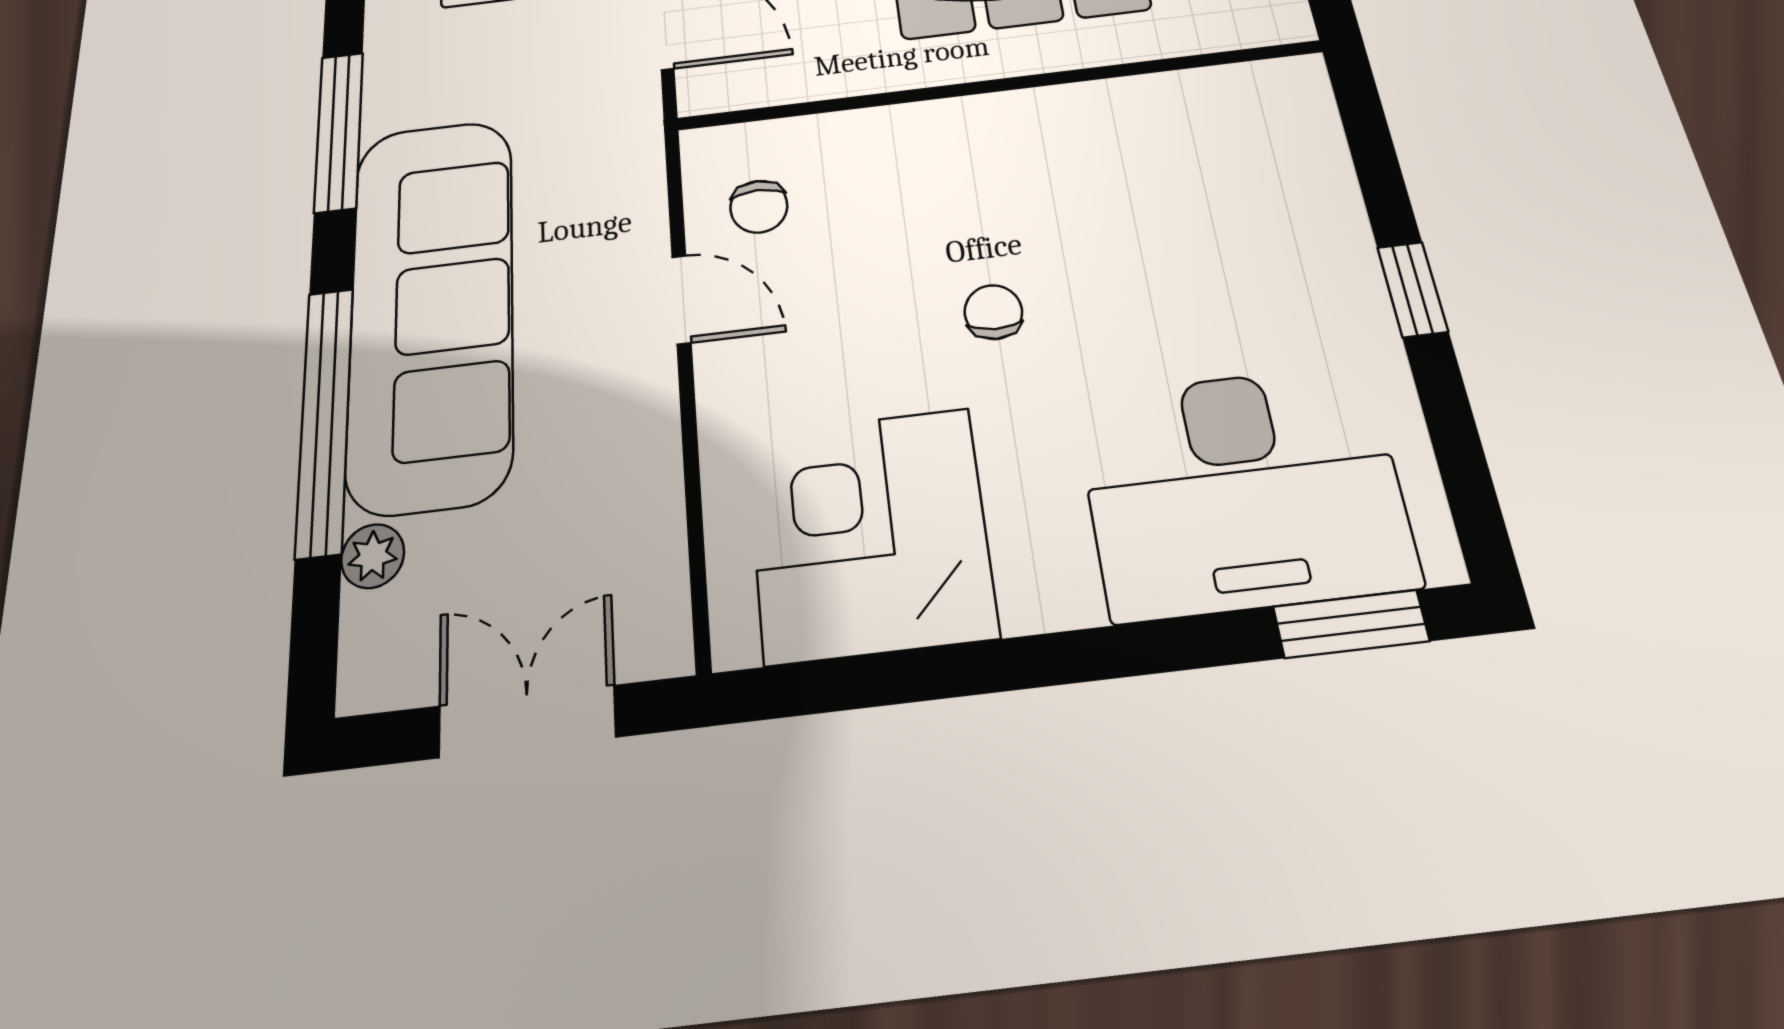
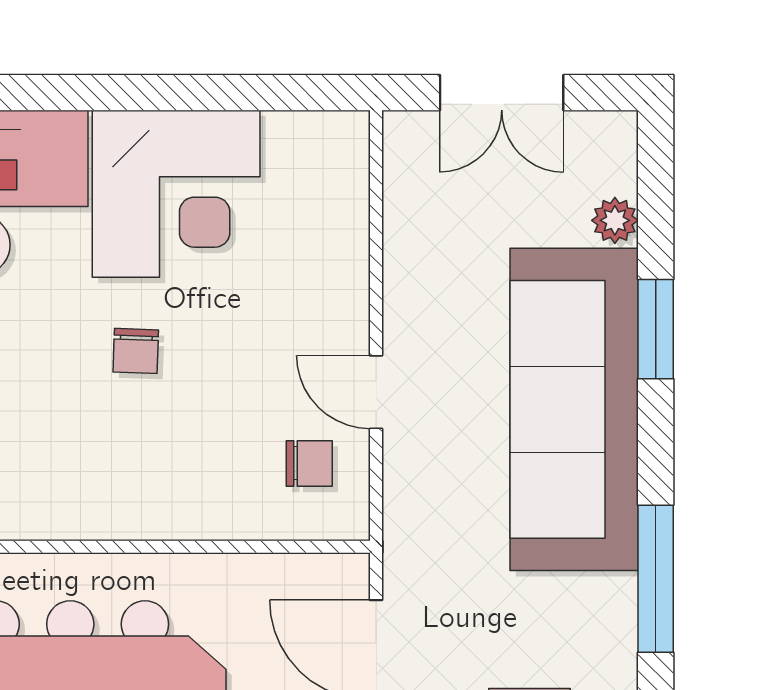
chair: (759, 207) -> (309, 463), turned 90
window: (325, 419) -> (656, 329), width x0.47
corner desk: (869, 534) -> (176, 194), moved

